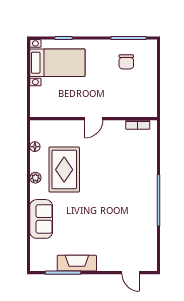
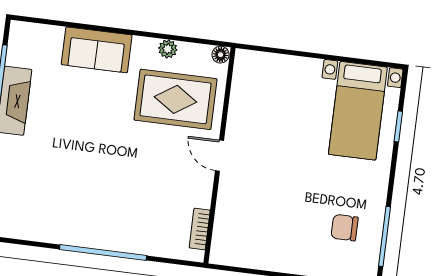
door: (94, 119) -> (220, 156), moved
wall: (94, 119) -> (220, 155), moved
bookcase: (138, 125) -> (200, 229), moved

